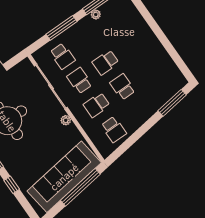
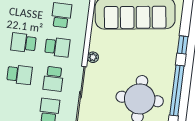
school desk: (123, 87) -> (24, 43), turned 90

